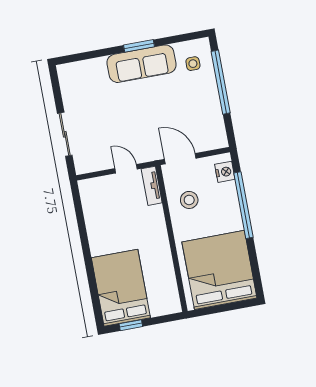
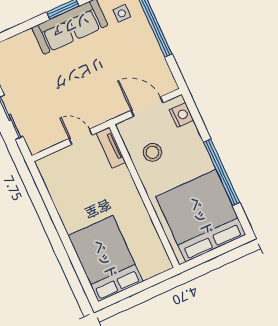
door: (180, 159) -> (147, 107), moved
window: (243, 205) -> (222, 172), moved
window: (131, 325) -> (125, 294), removed

